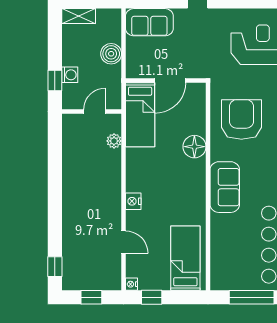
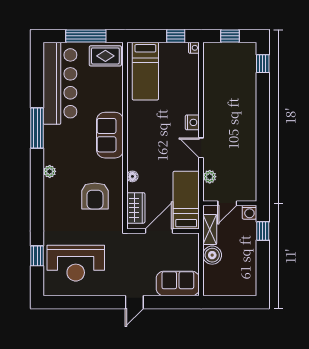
shelving: (79, 16) -> (210, 229), moved, turned 90
washing machine: (70, 75) -> (249, 212), moved, turned -90
wardrobe: (196, 106) -> (136, 208), added
armchair: (241, 120) -> (95, 196), width x0.73, depth x0.73
floor lamp: (194, 147) -> (132, 176), width x0.53, depth x0.53
door: (123, 242) -> (201, 148), moved
rug: (230, 275) -> (105, 56), added

